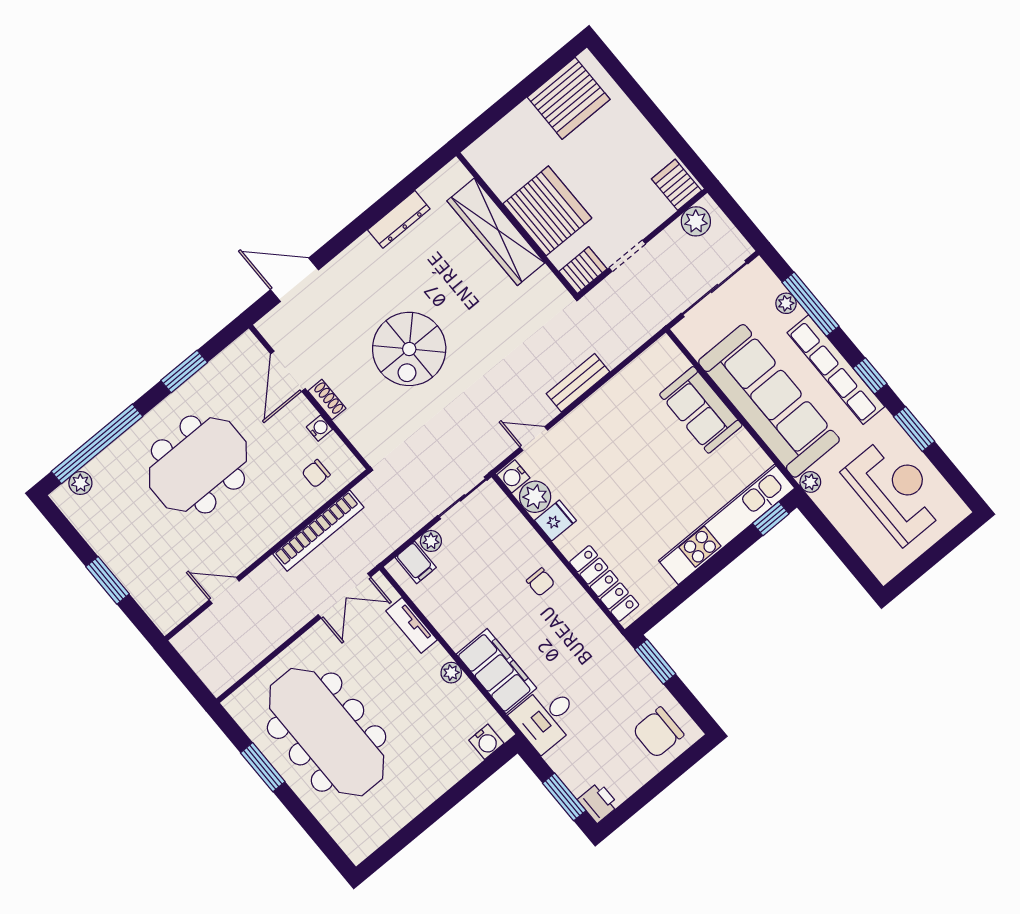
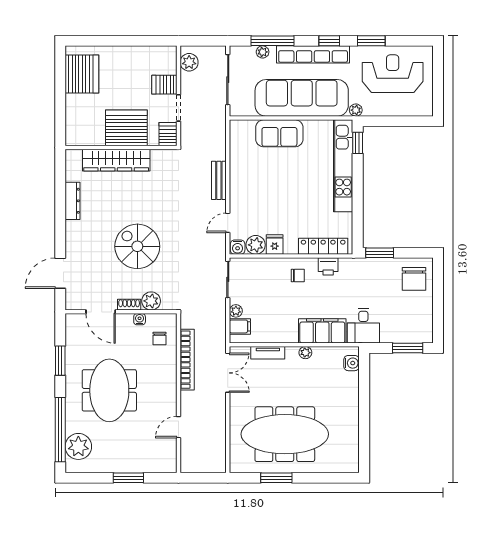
server rack: (676, 185) -> (164, 85), moved
spiral stairs: (409, 349) -> (137, 246), turned 180
plant: (355, 424) -> (151, 301), added
plant: (80, 483) -> (78, 446), width x1.88, depth x1.88
printer: (598, 803) -> (328, 266), moved, turned 180

